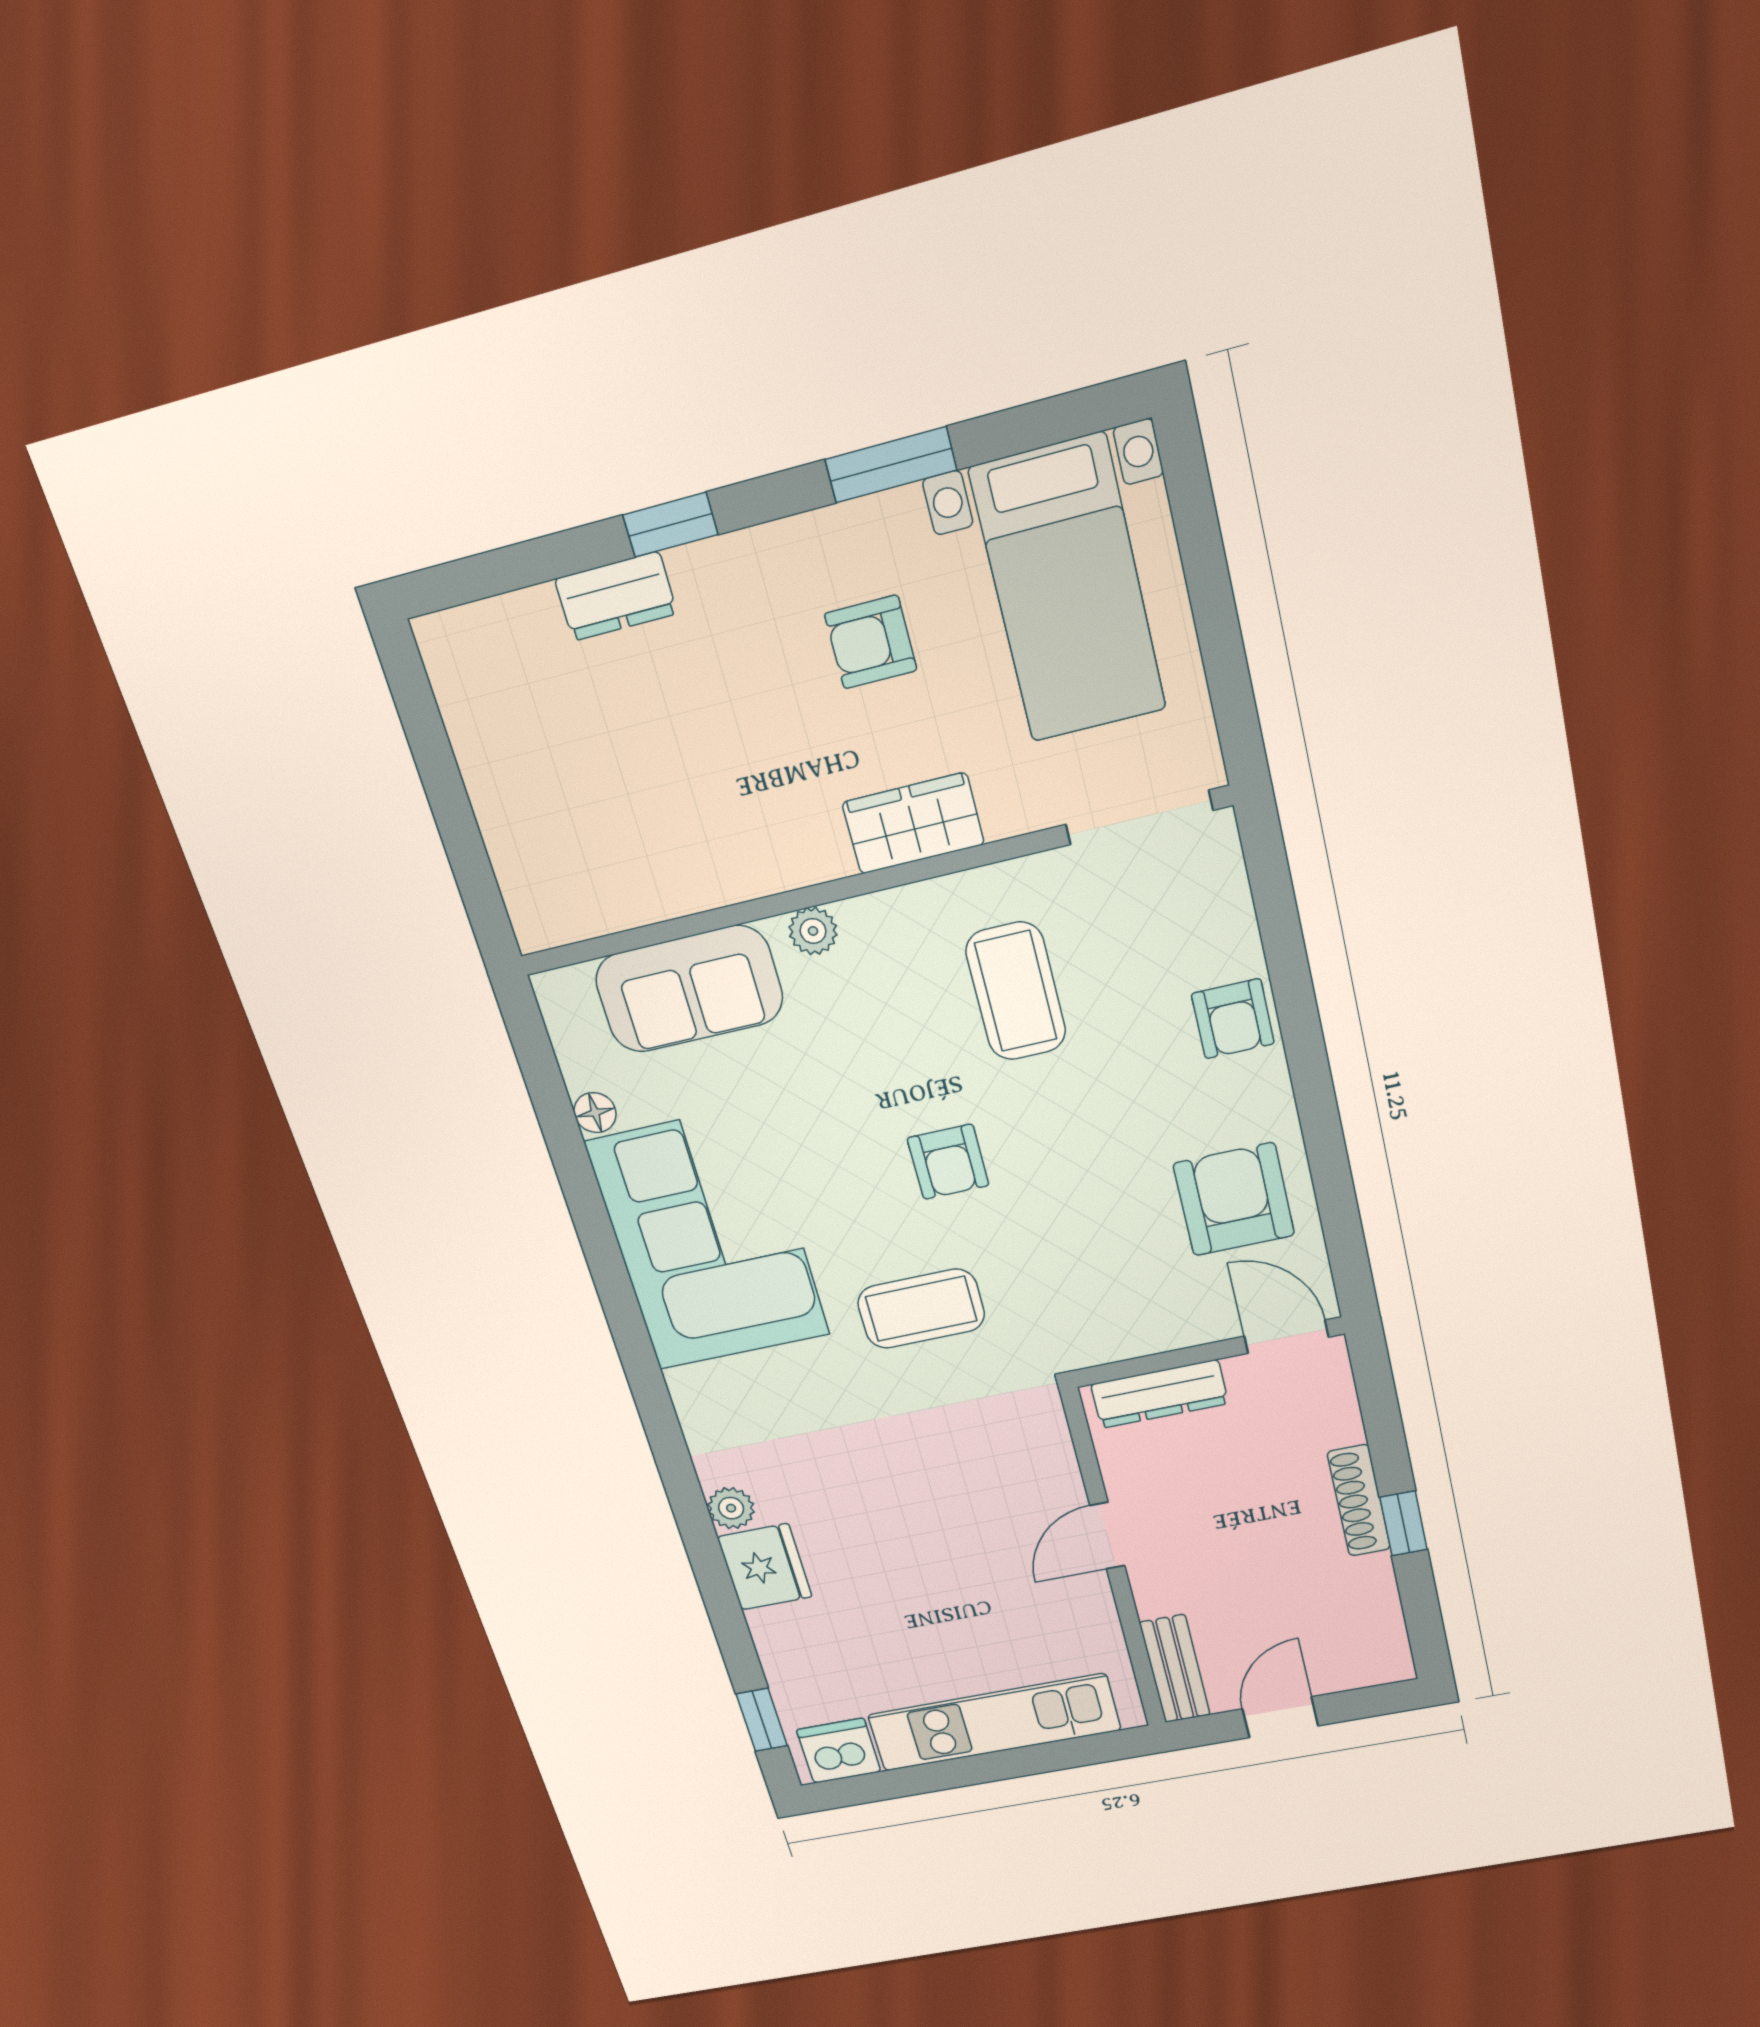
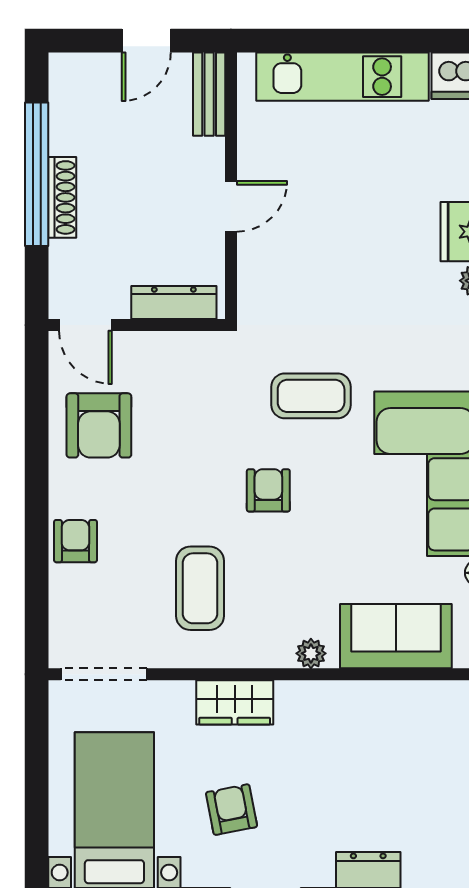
armchair: (871, 642) -> (232, 810), turned -101
window: (1404, 1523) -> (37, 174), width x3.17

